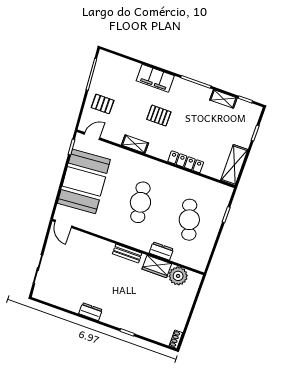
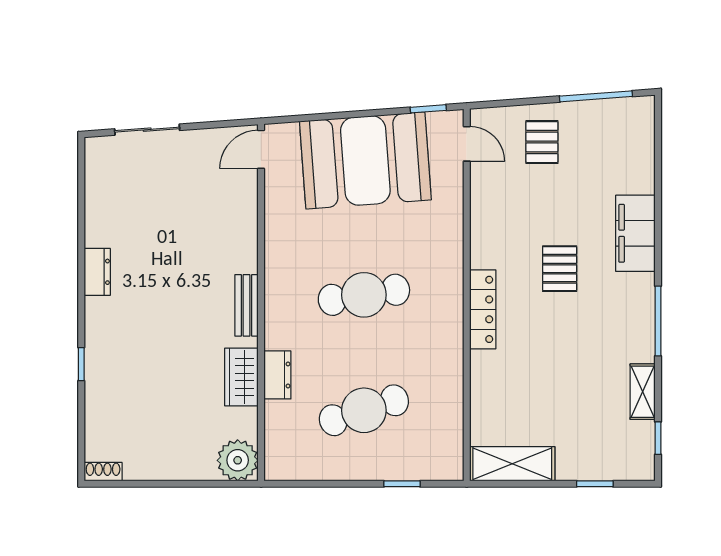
shelving: (135, 144) -> (482, 240), removed
locker: (186, 162) -> (483, 309), moved
plant: (178, 276) -> (238, 460), moved

